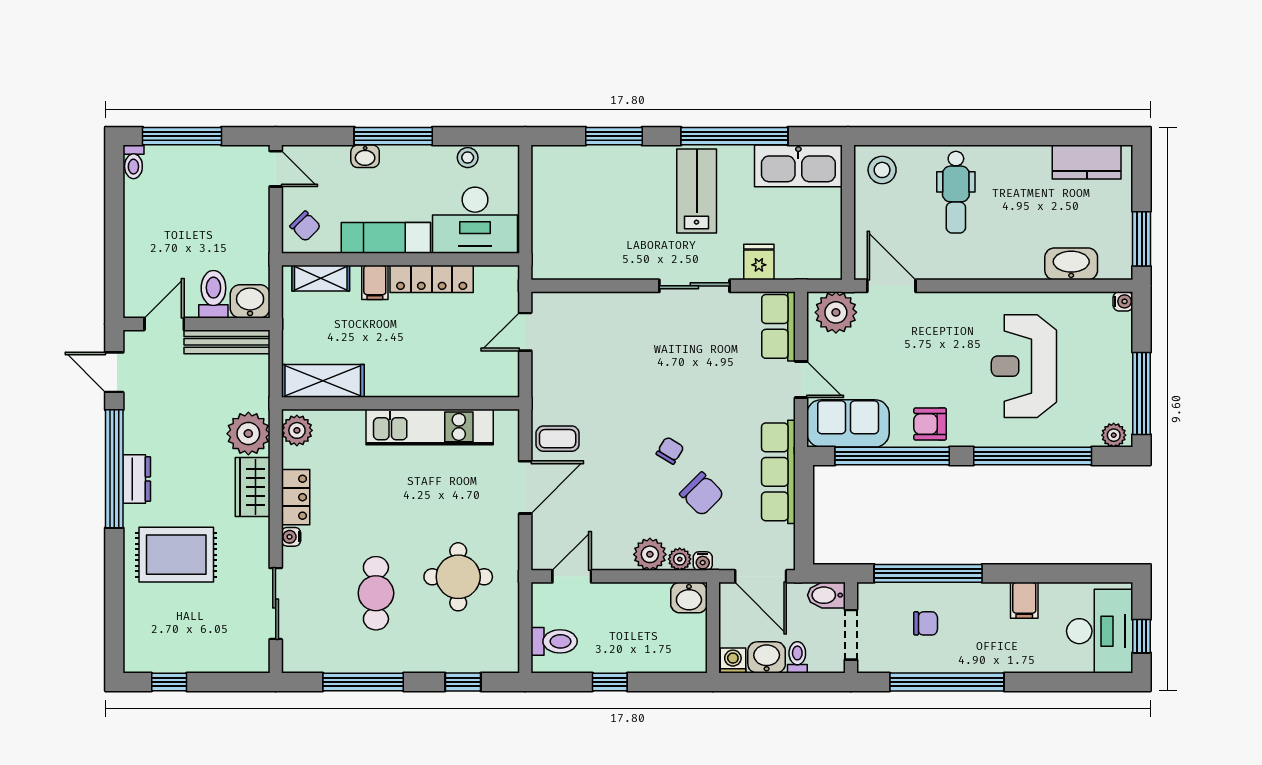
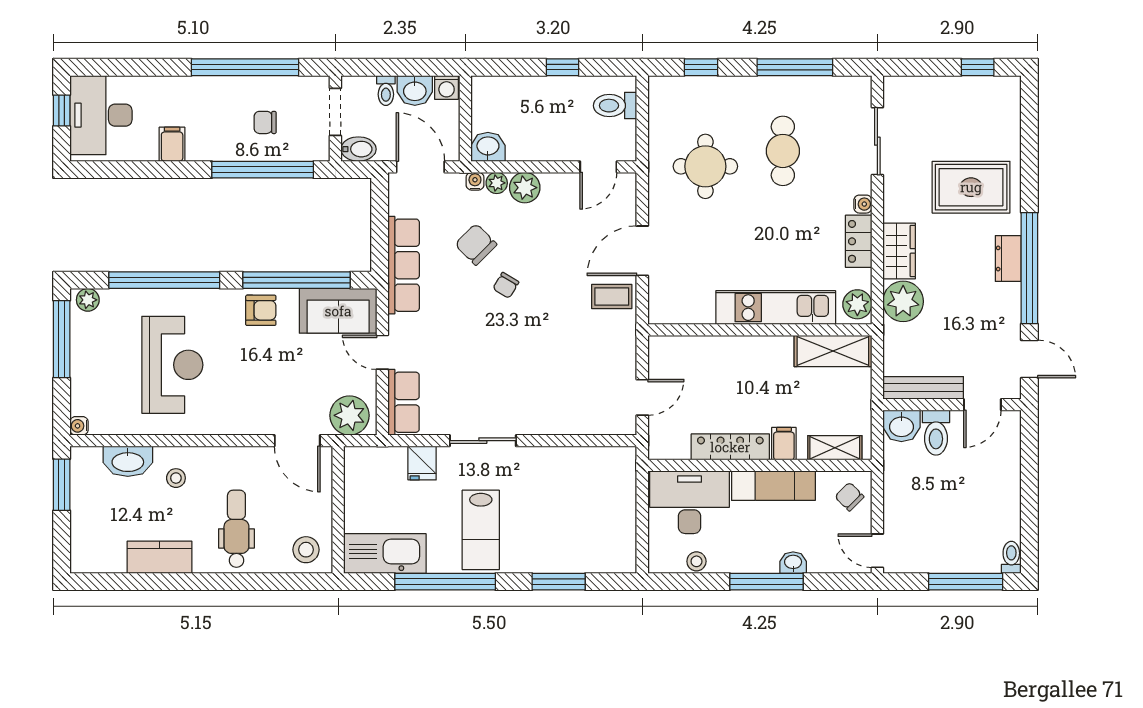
kitchen counter: (1087, 162) -> (160, 557), moved
stool: (1020, 246) -> (176, 478), added
kitchen unit: (430, 427) -> (776, 308), moved

